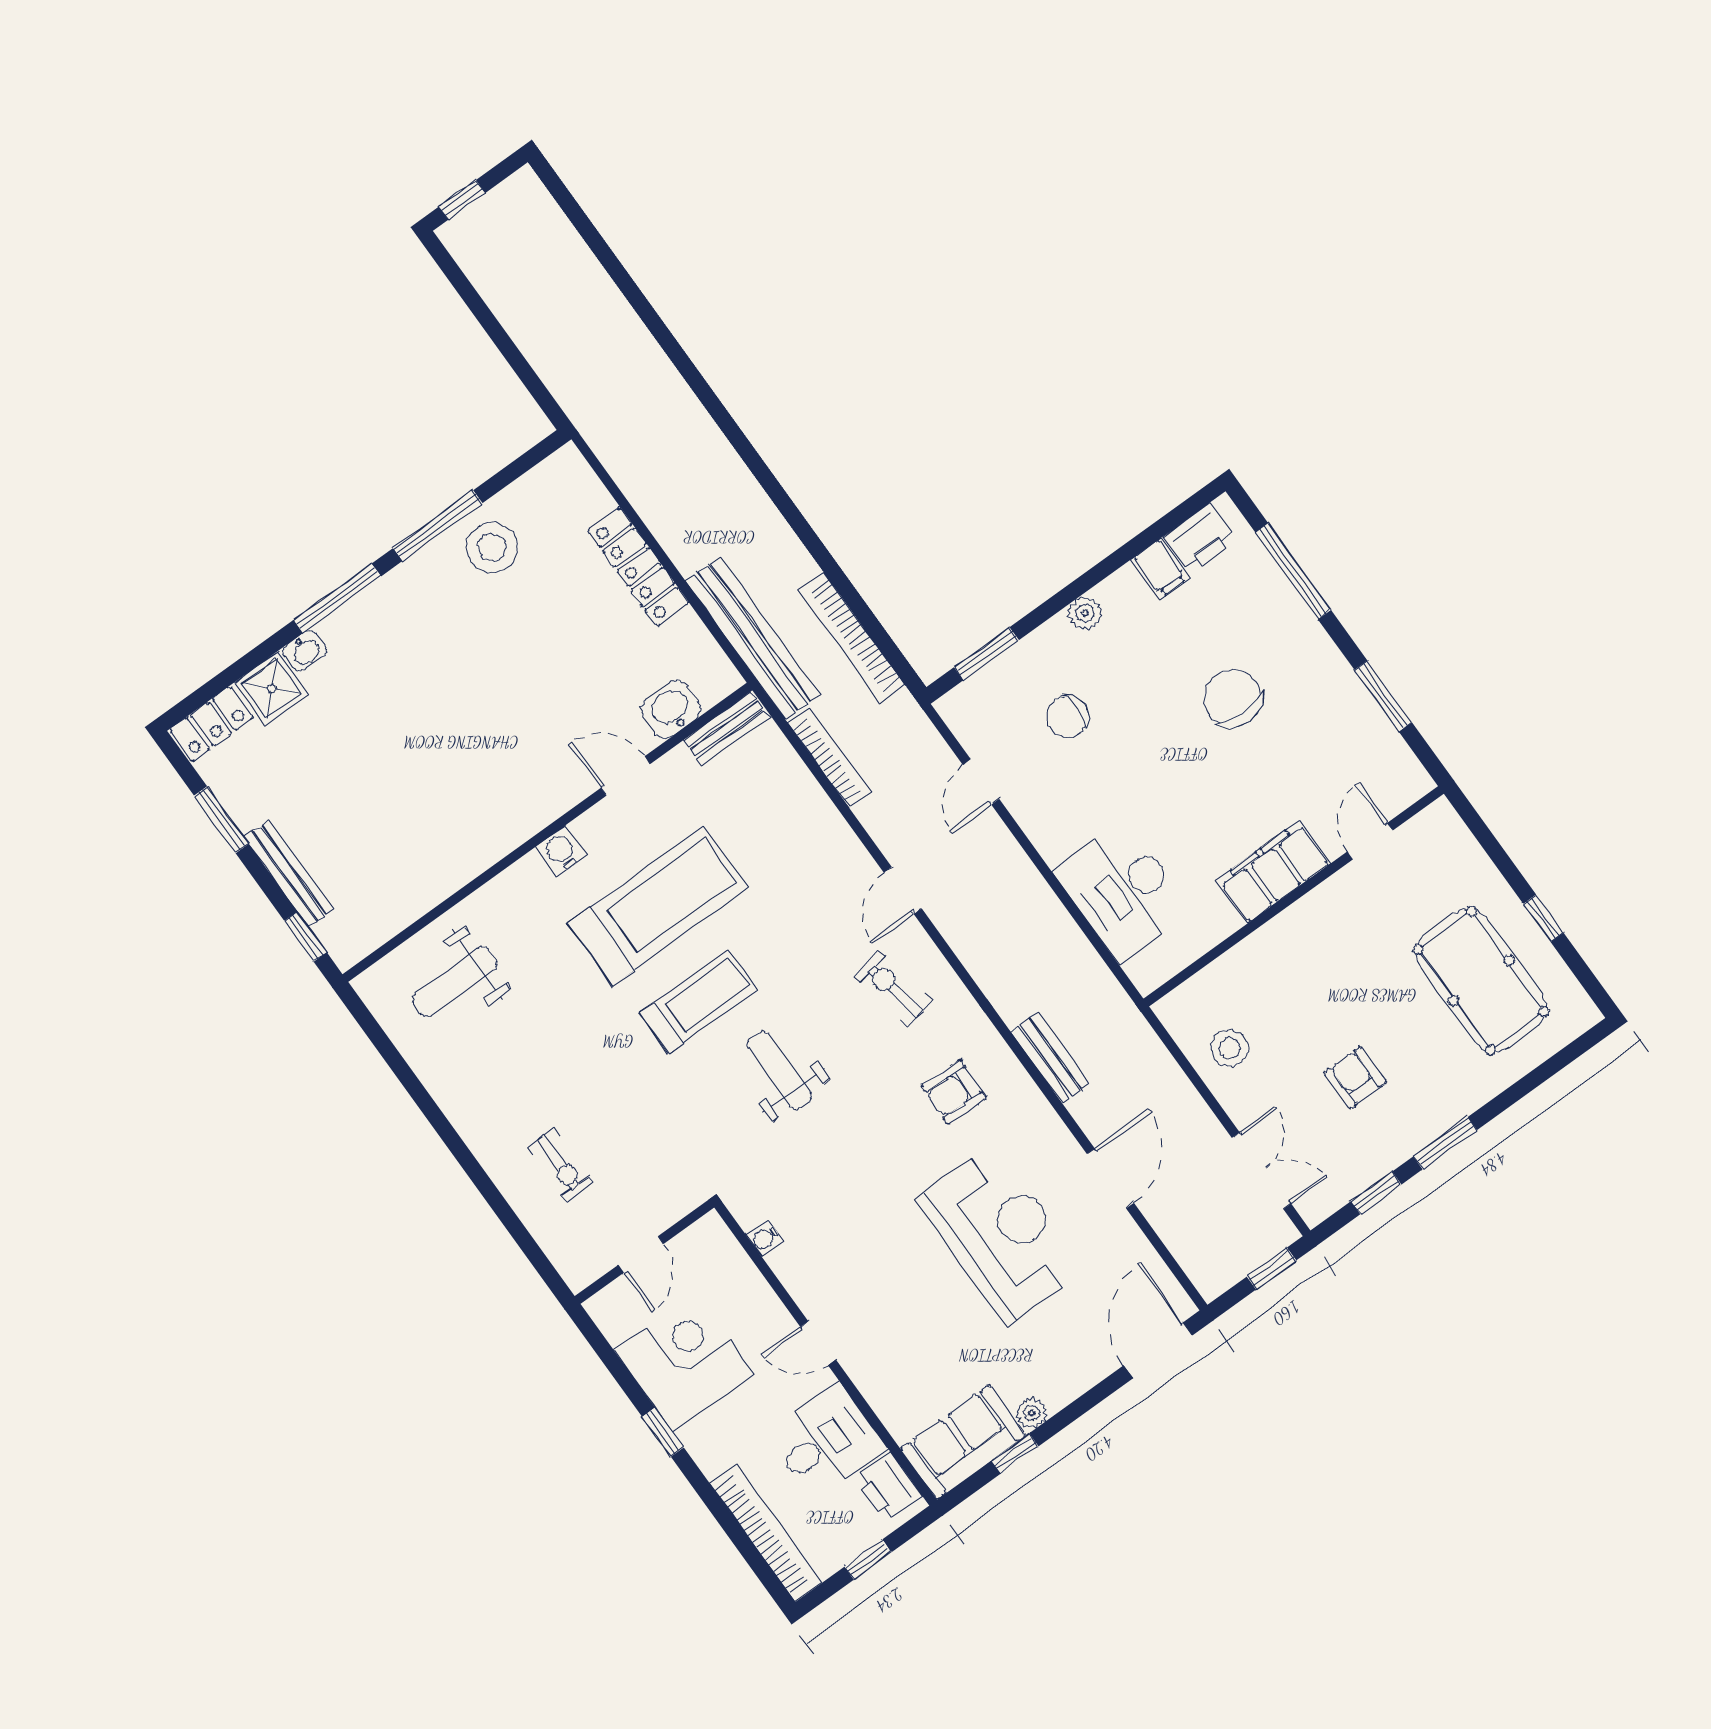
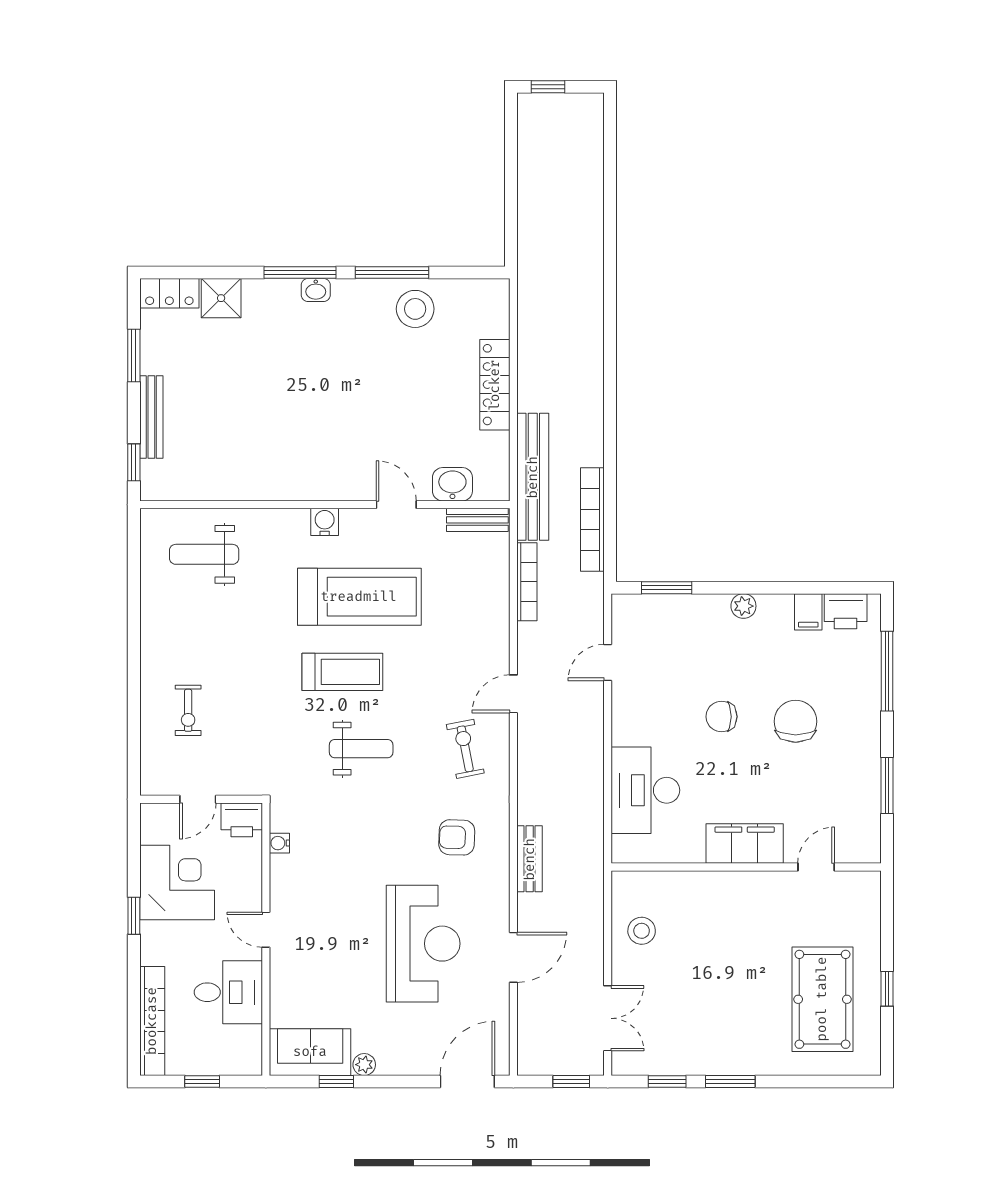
washbasin: (305, 651) -> (316, 290), moved
chair: (1067, 717) -> (722, 717), moved
weight bench: (779, 1070) -> (361, 749), turned 90
armchair: (1355, 1078) -> (704, 1003), removed
printer: (888, 1487) -> (242, 820), moved, turned -90

